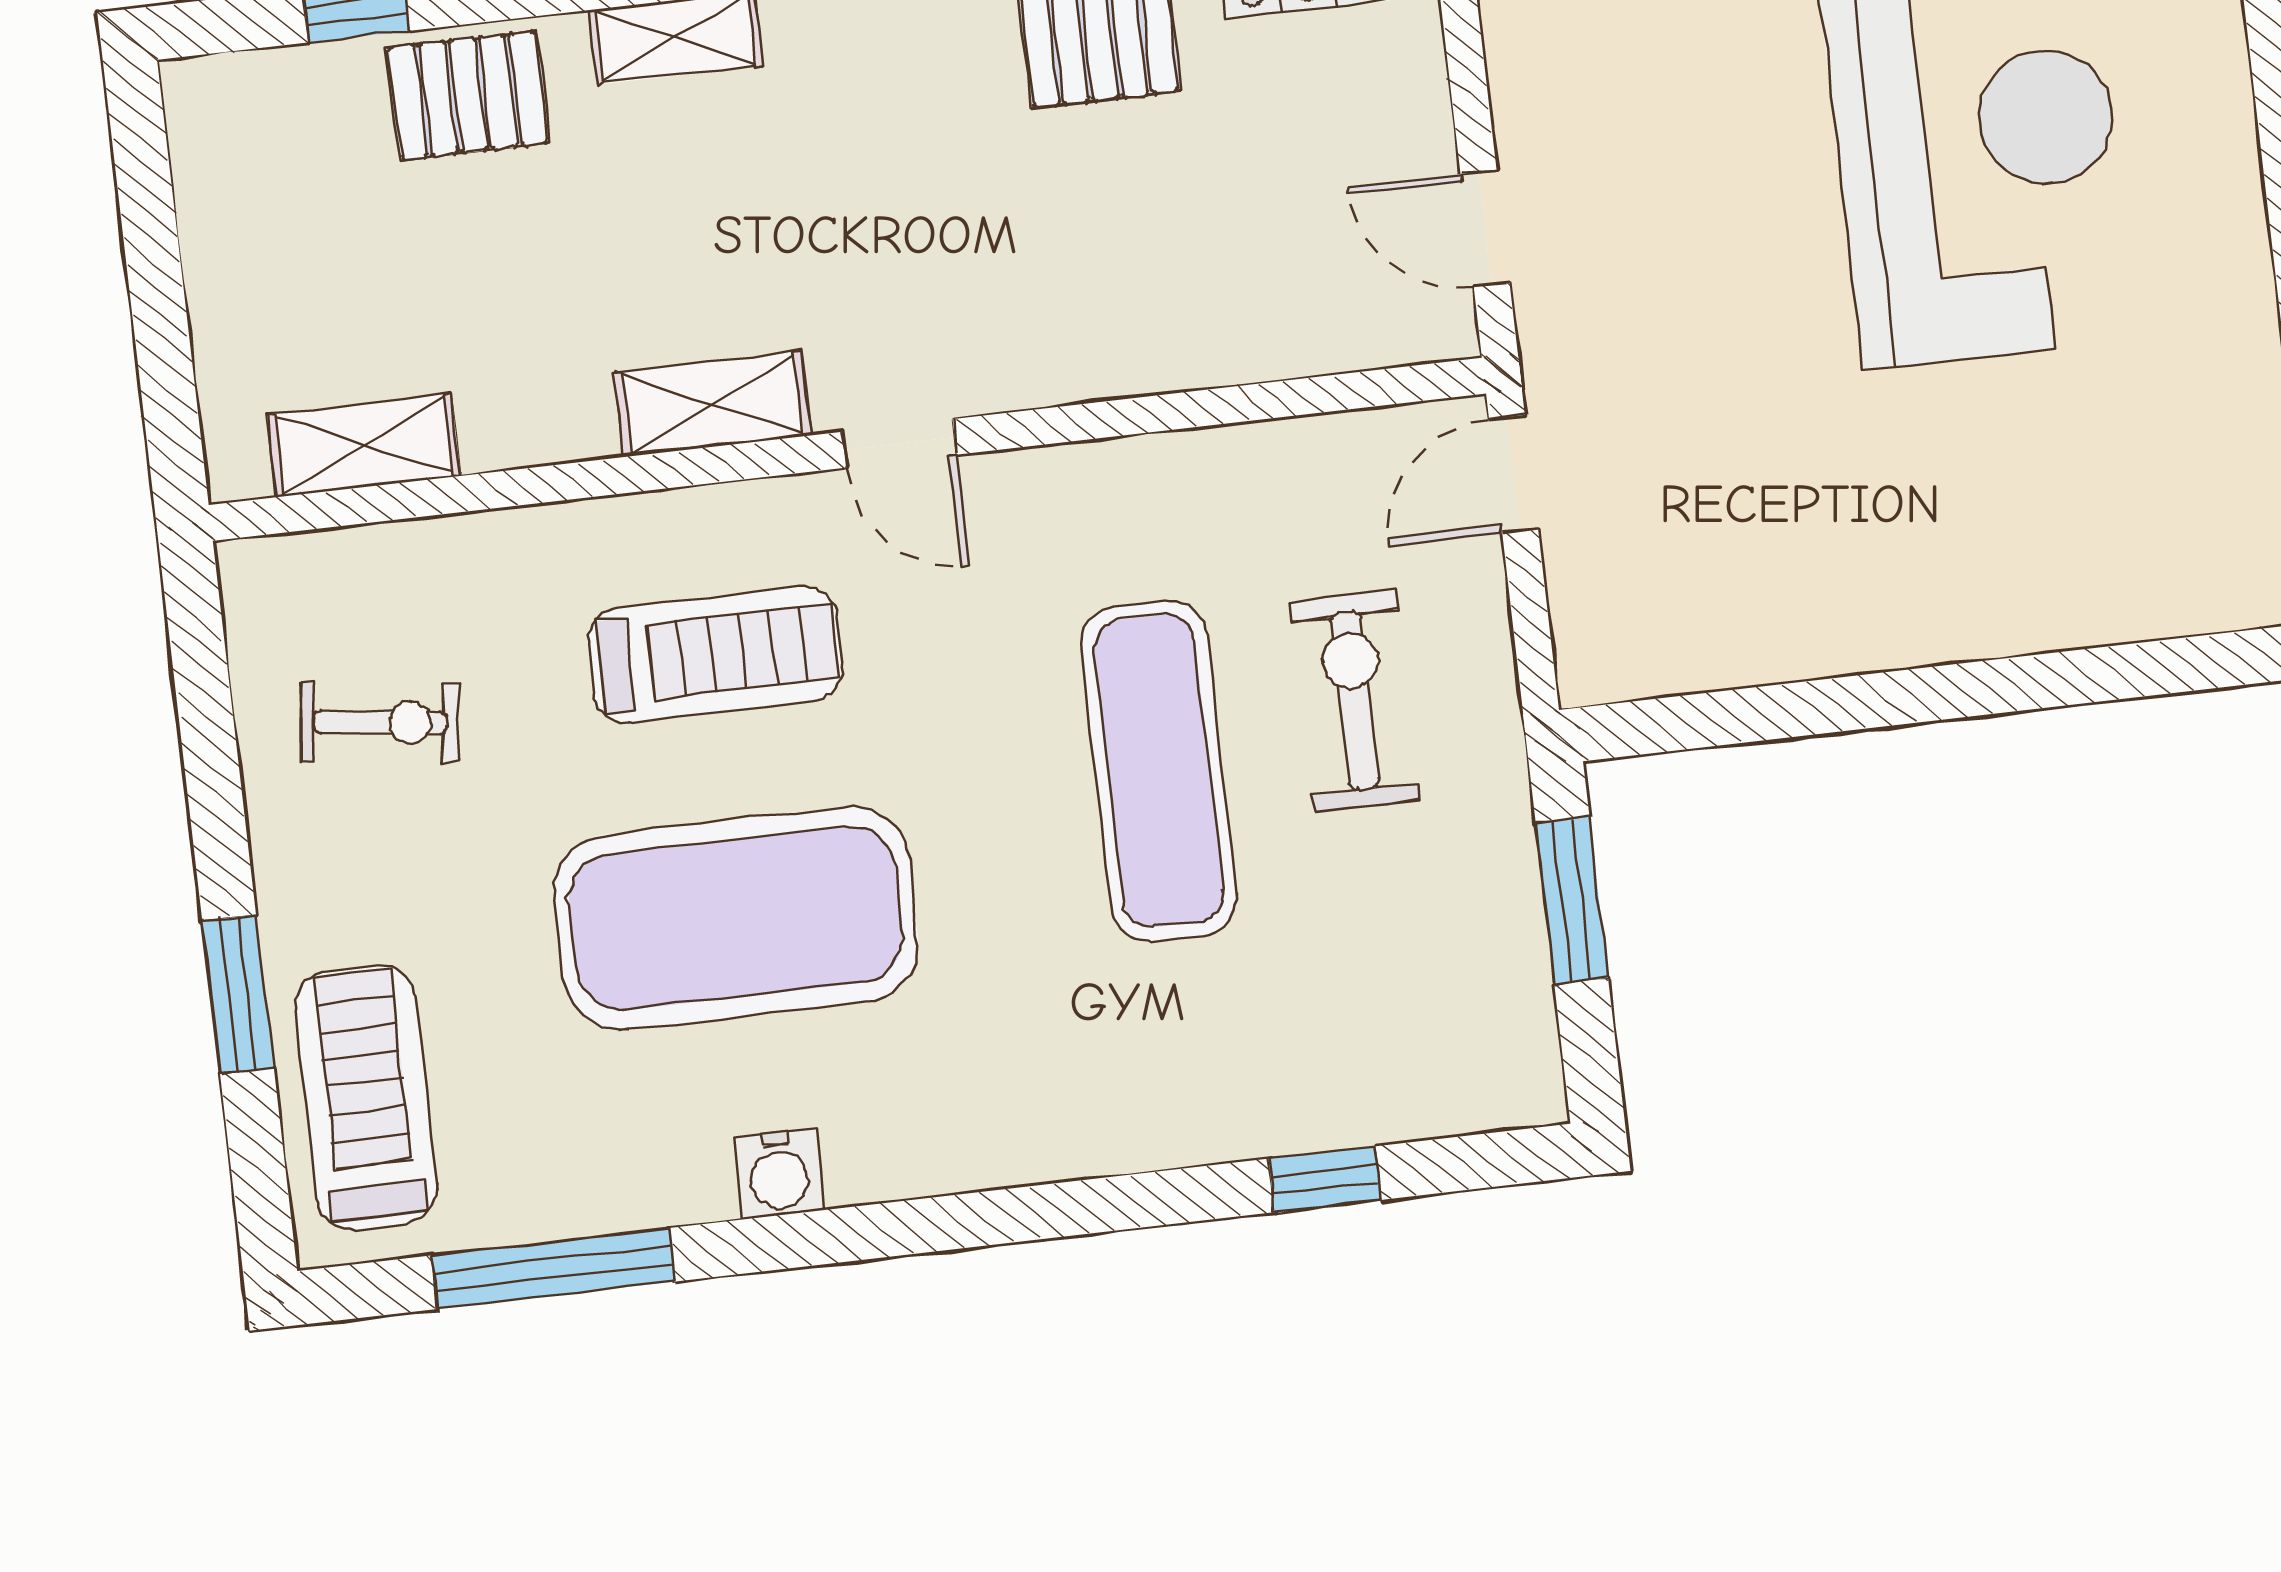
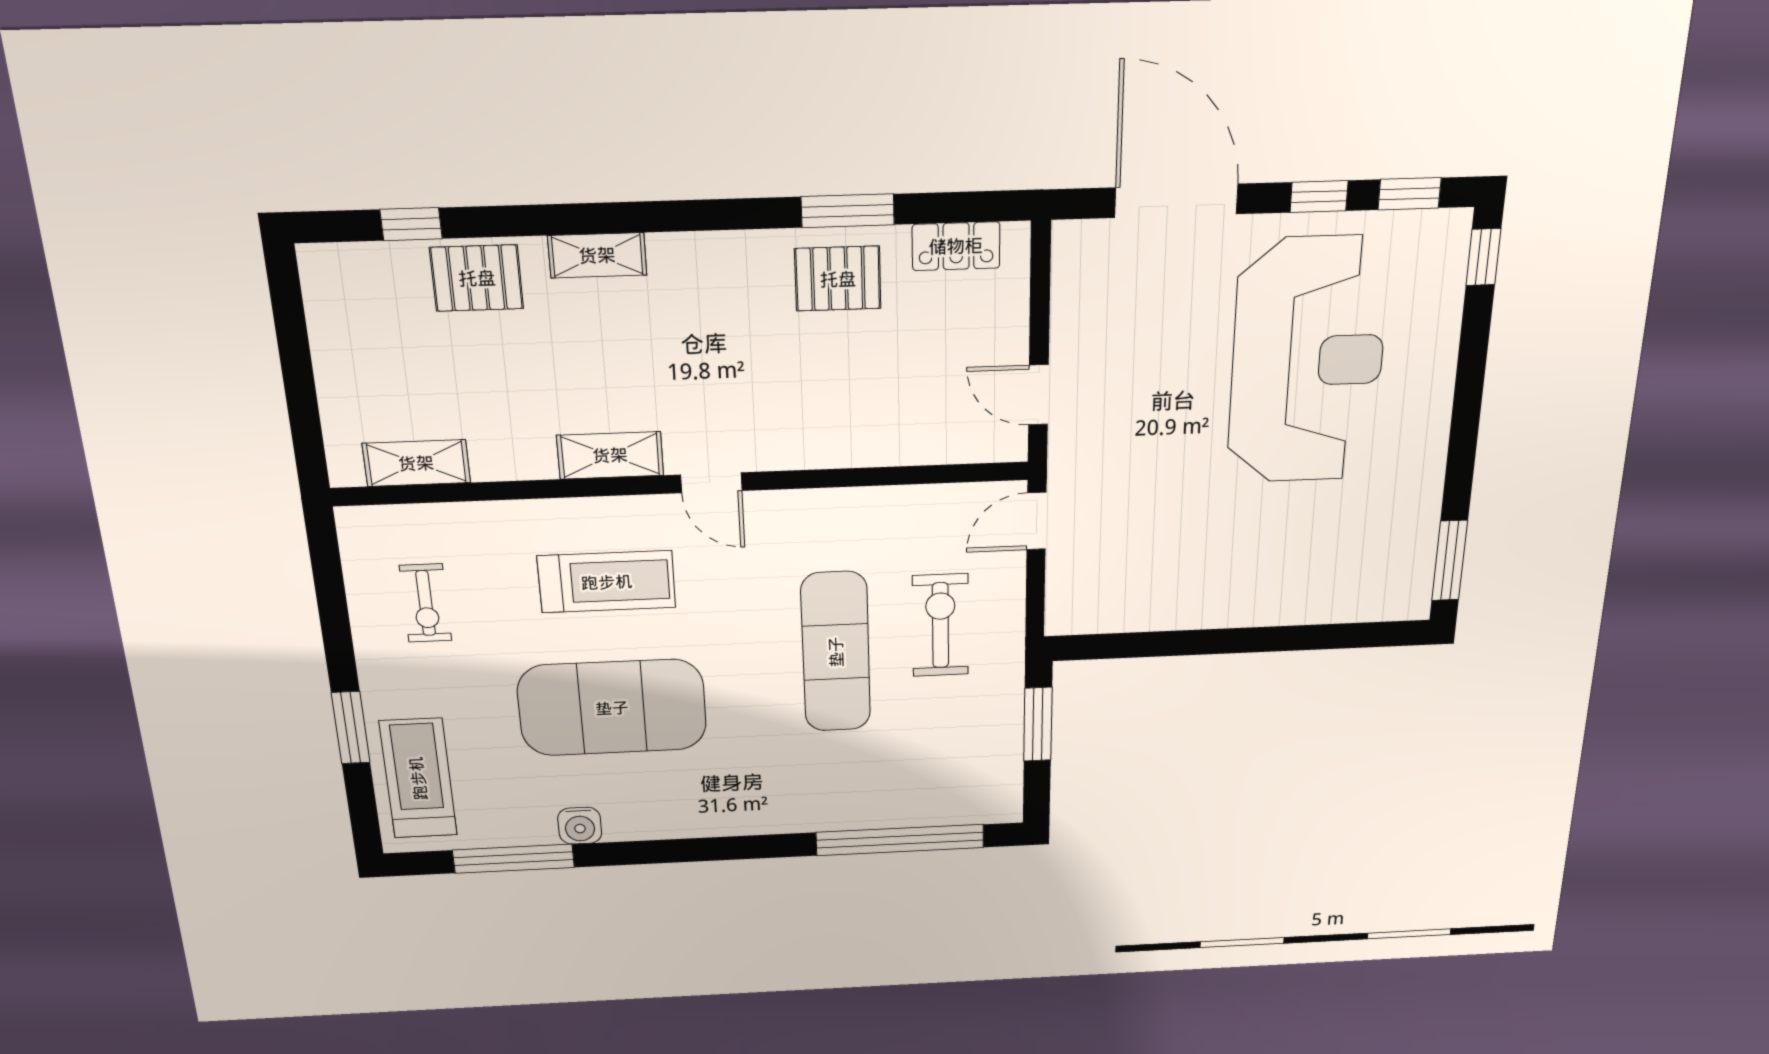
exercise bike: (380, 722) -> (426, 603), turned 83
water cooler: (779, 1173) -> (580, 826), moved
window: (1325, 1179) -> (900, 840), width x3.17

